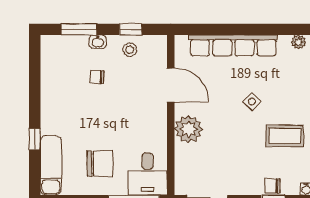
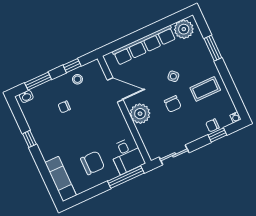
washbasin: (98, 42) -> (26, 96), moved
plant: (298, 42) -> (184, 29), width x1.88, depth x1.88
chair: (235, 136) -> (173, 104), added
window: (35, 139) -> (29, 139), moved

